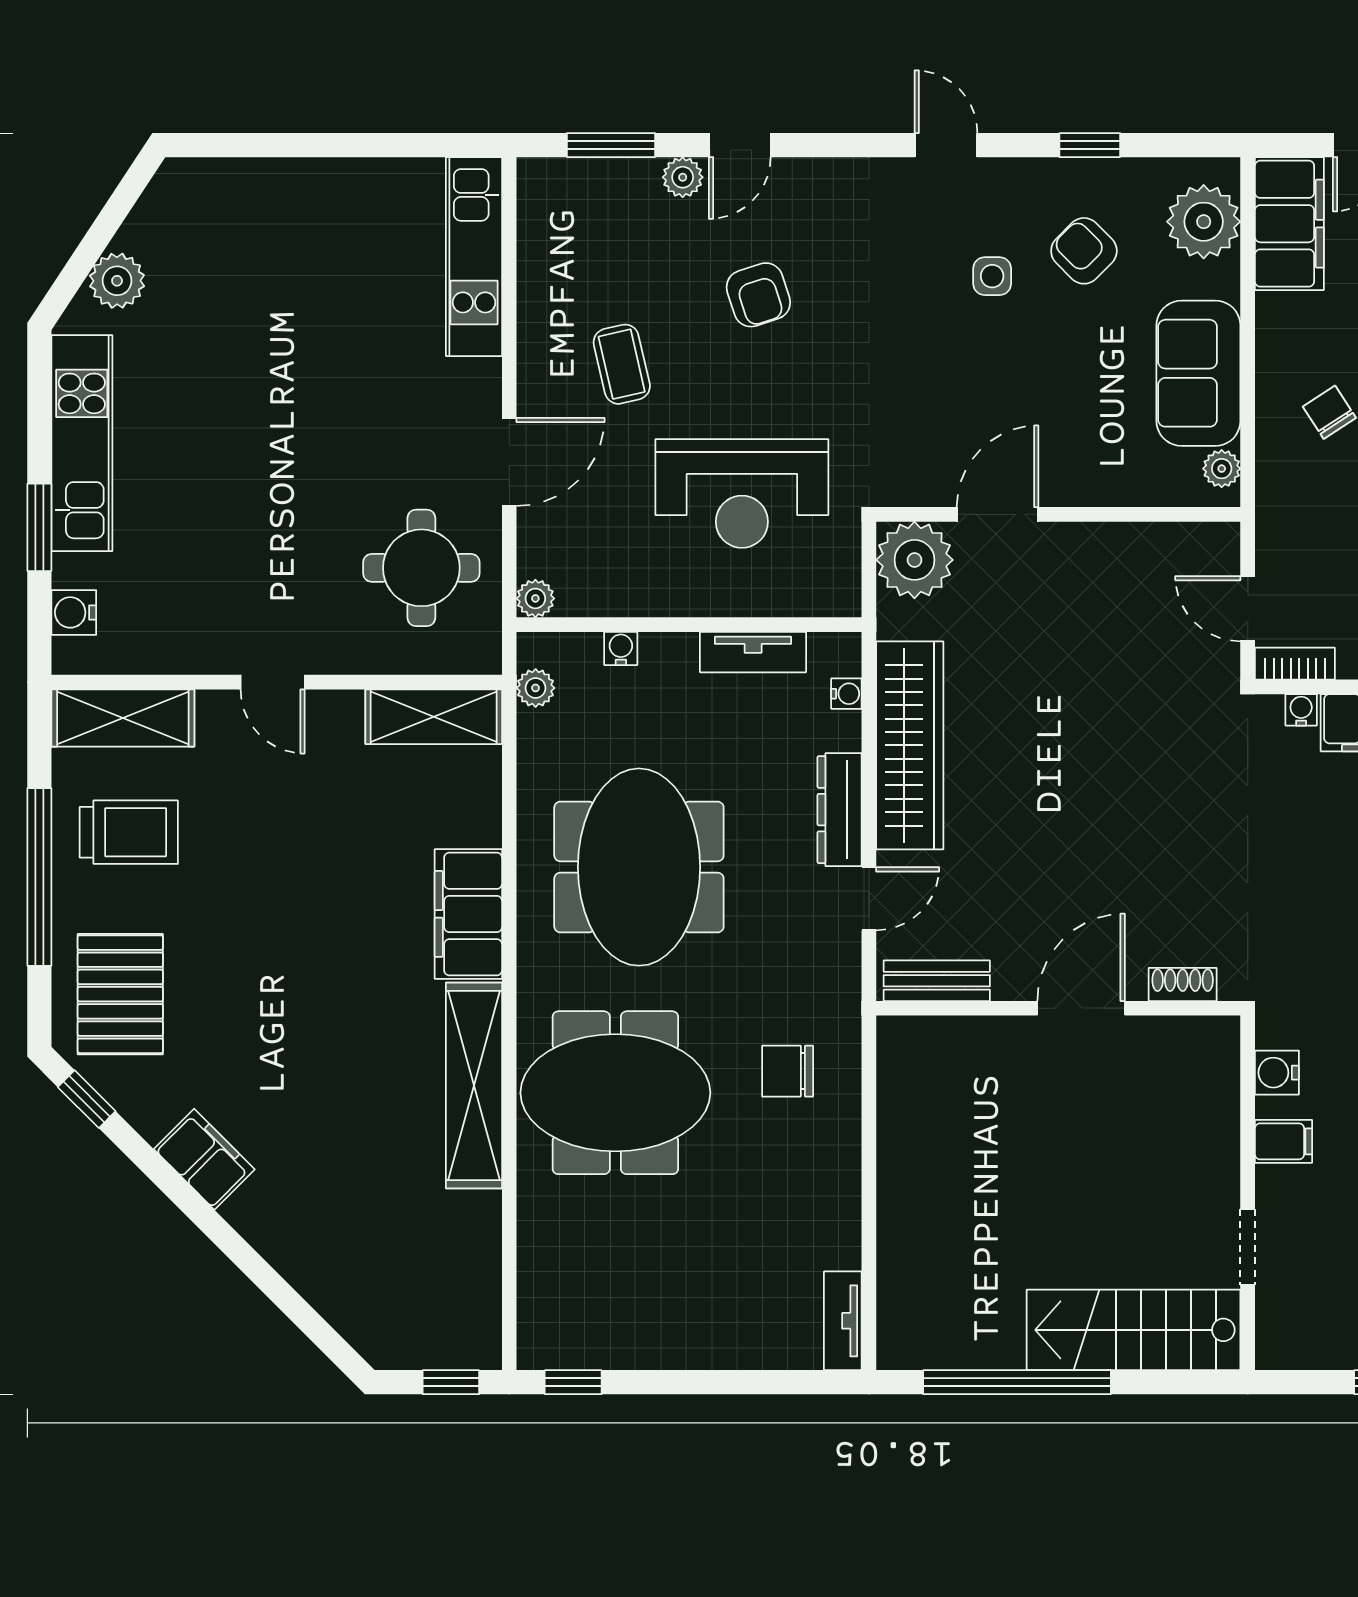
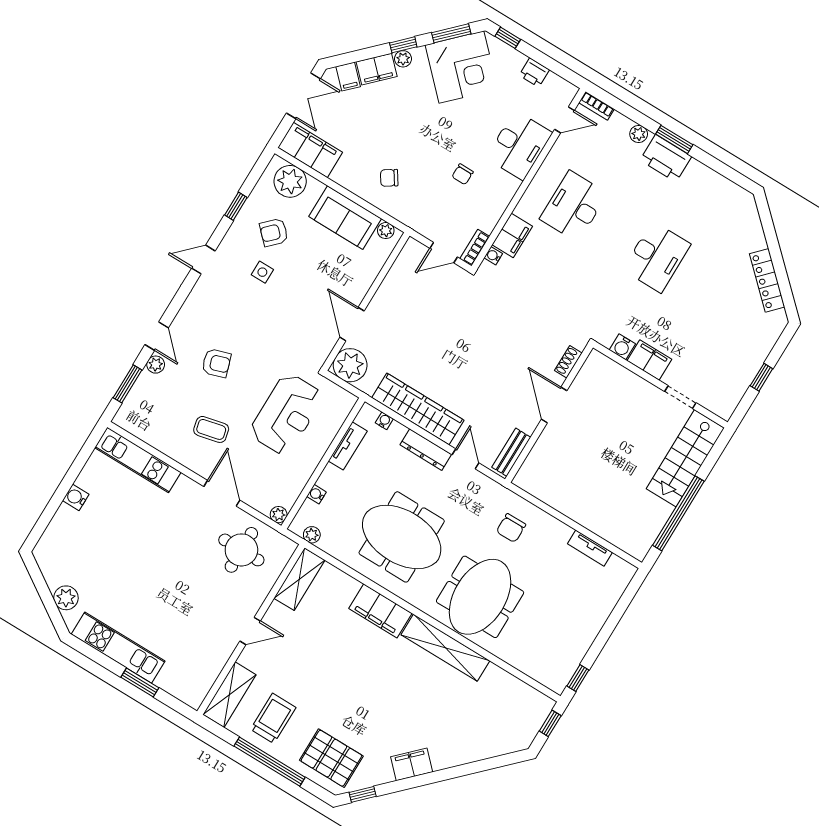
water cooler: (74, 612) -> (76, 497), moved, turned 90
filing cabinet: (1284, 1141) -> (649, 360), width x2.00
tv unit: (843, 1321) -> (590, 548), moved

